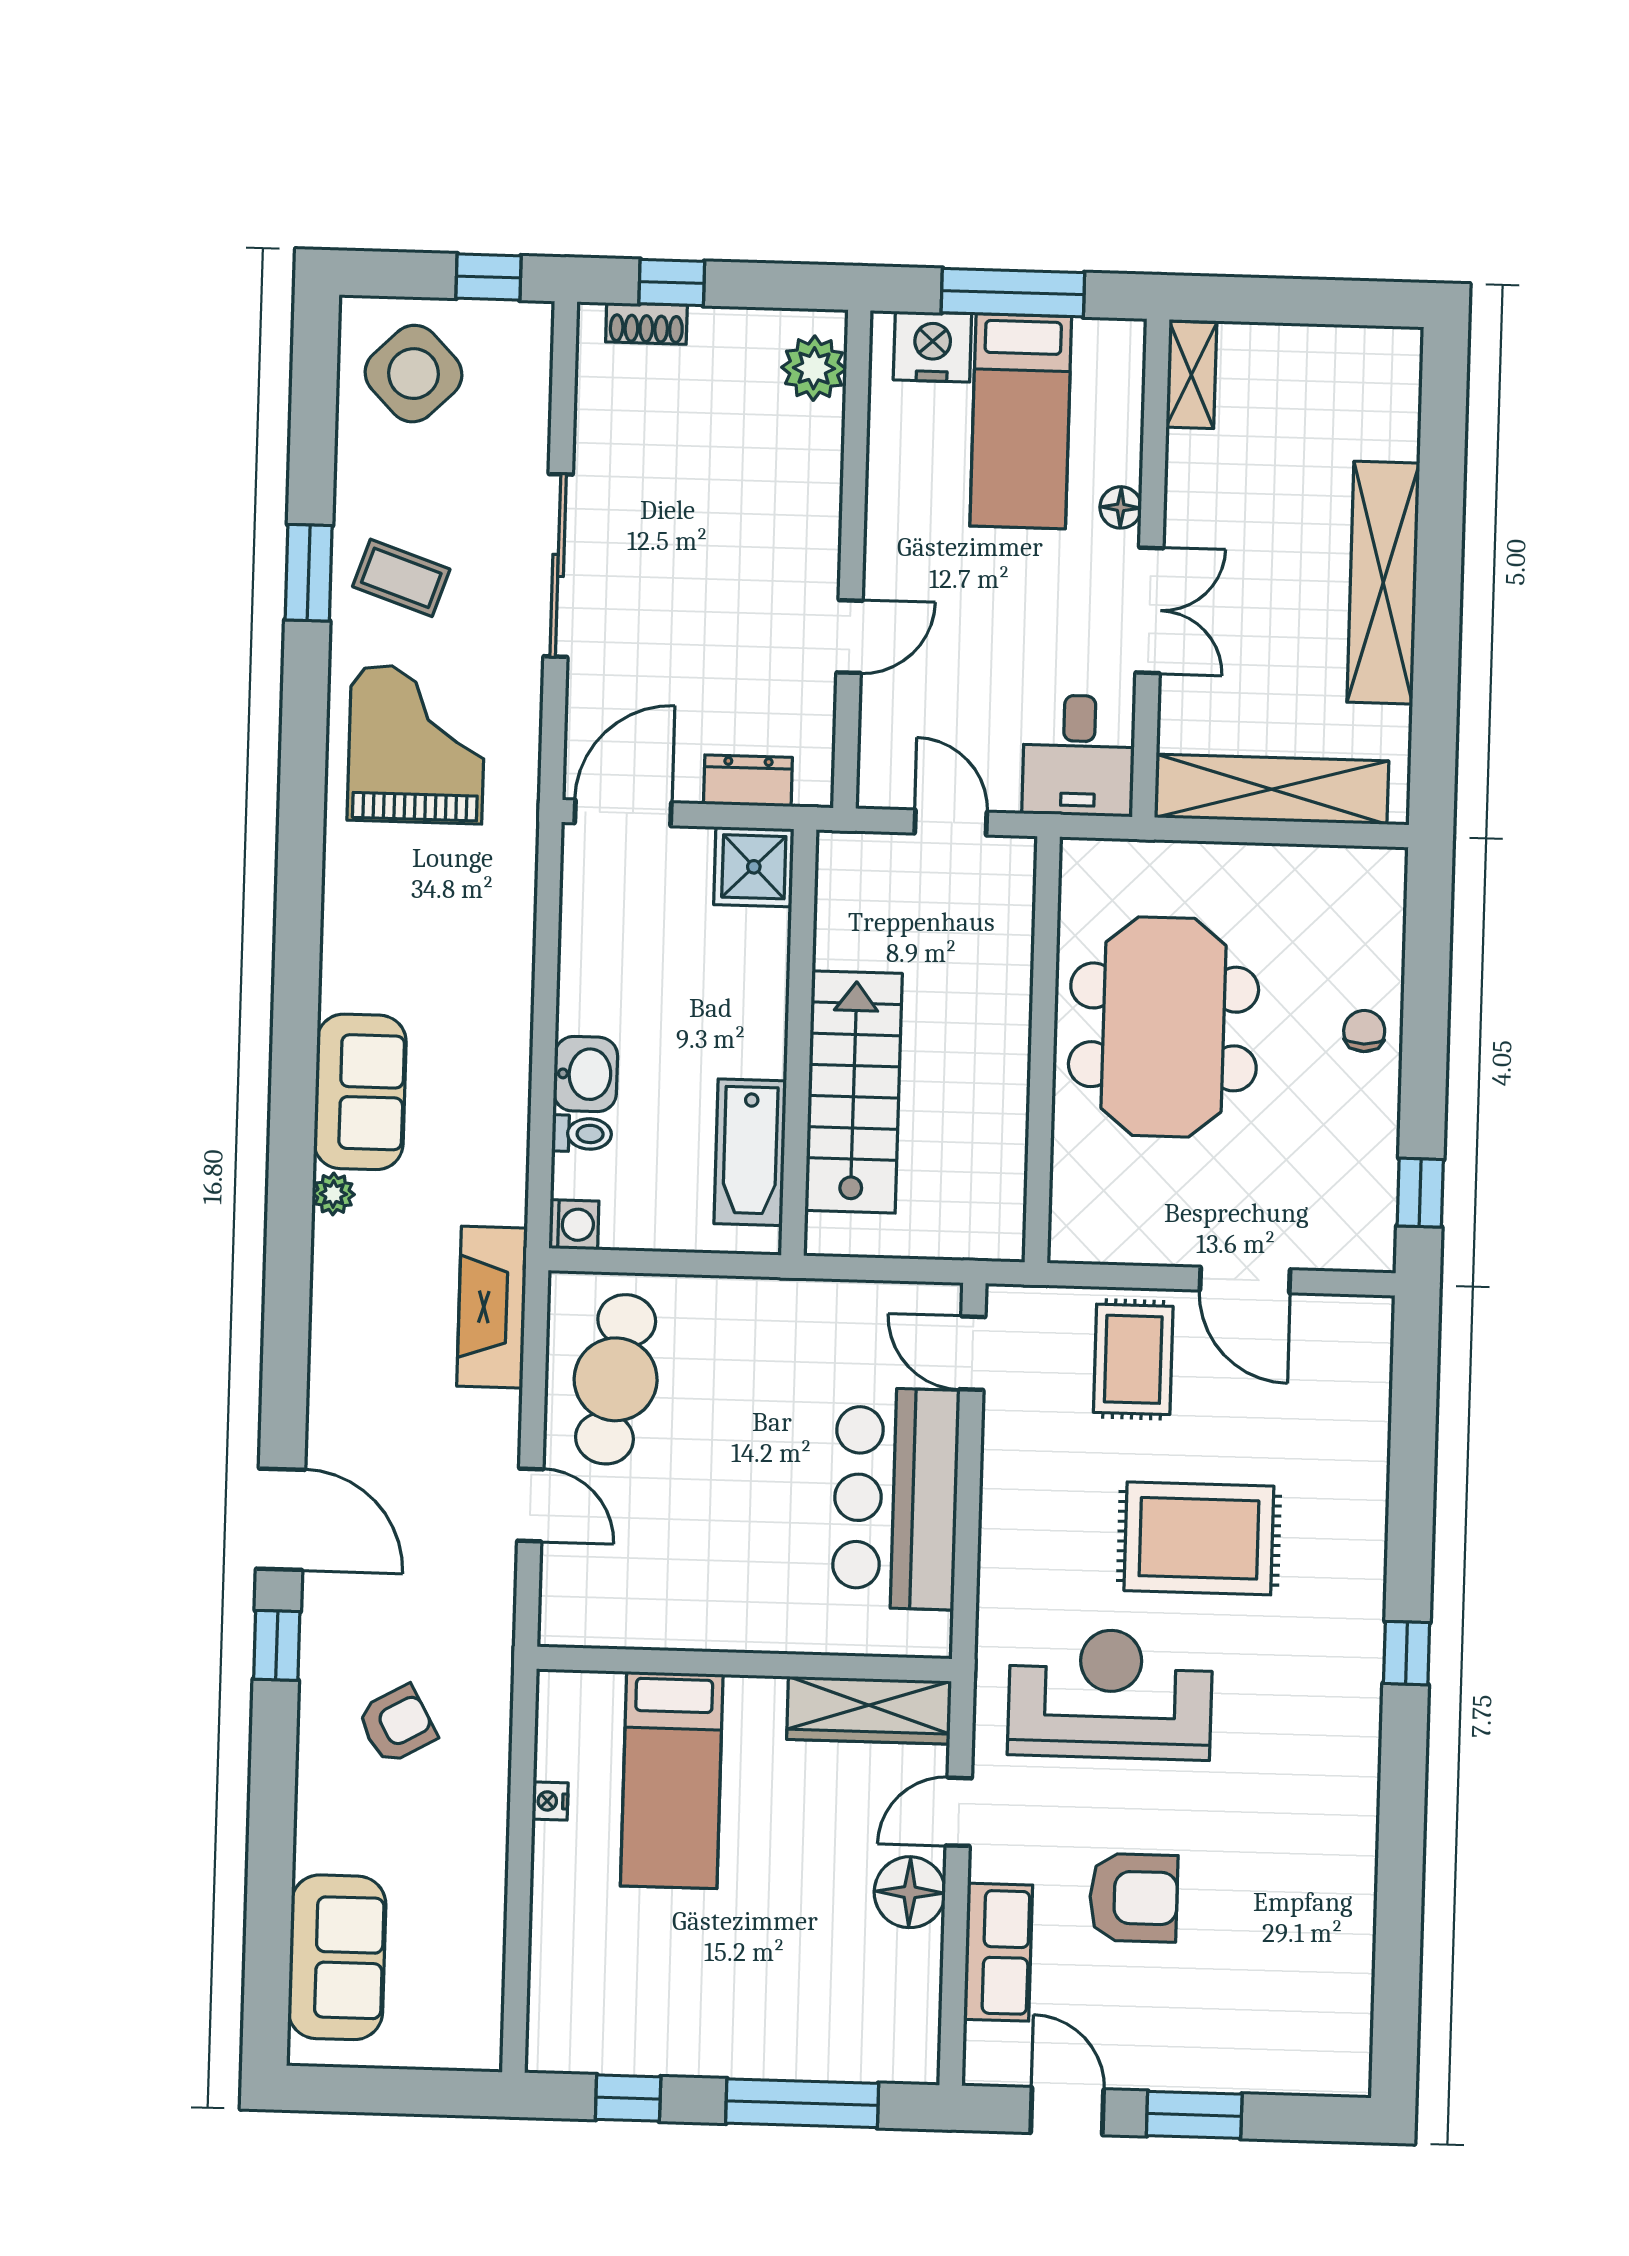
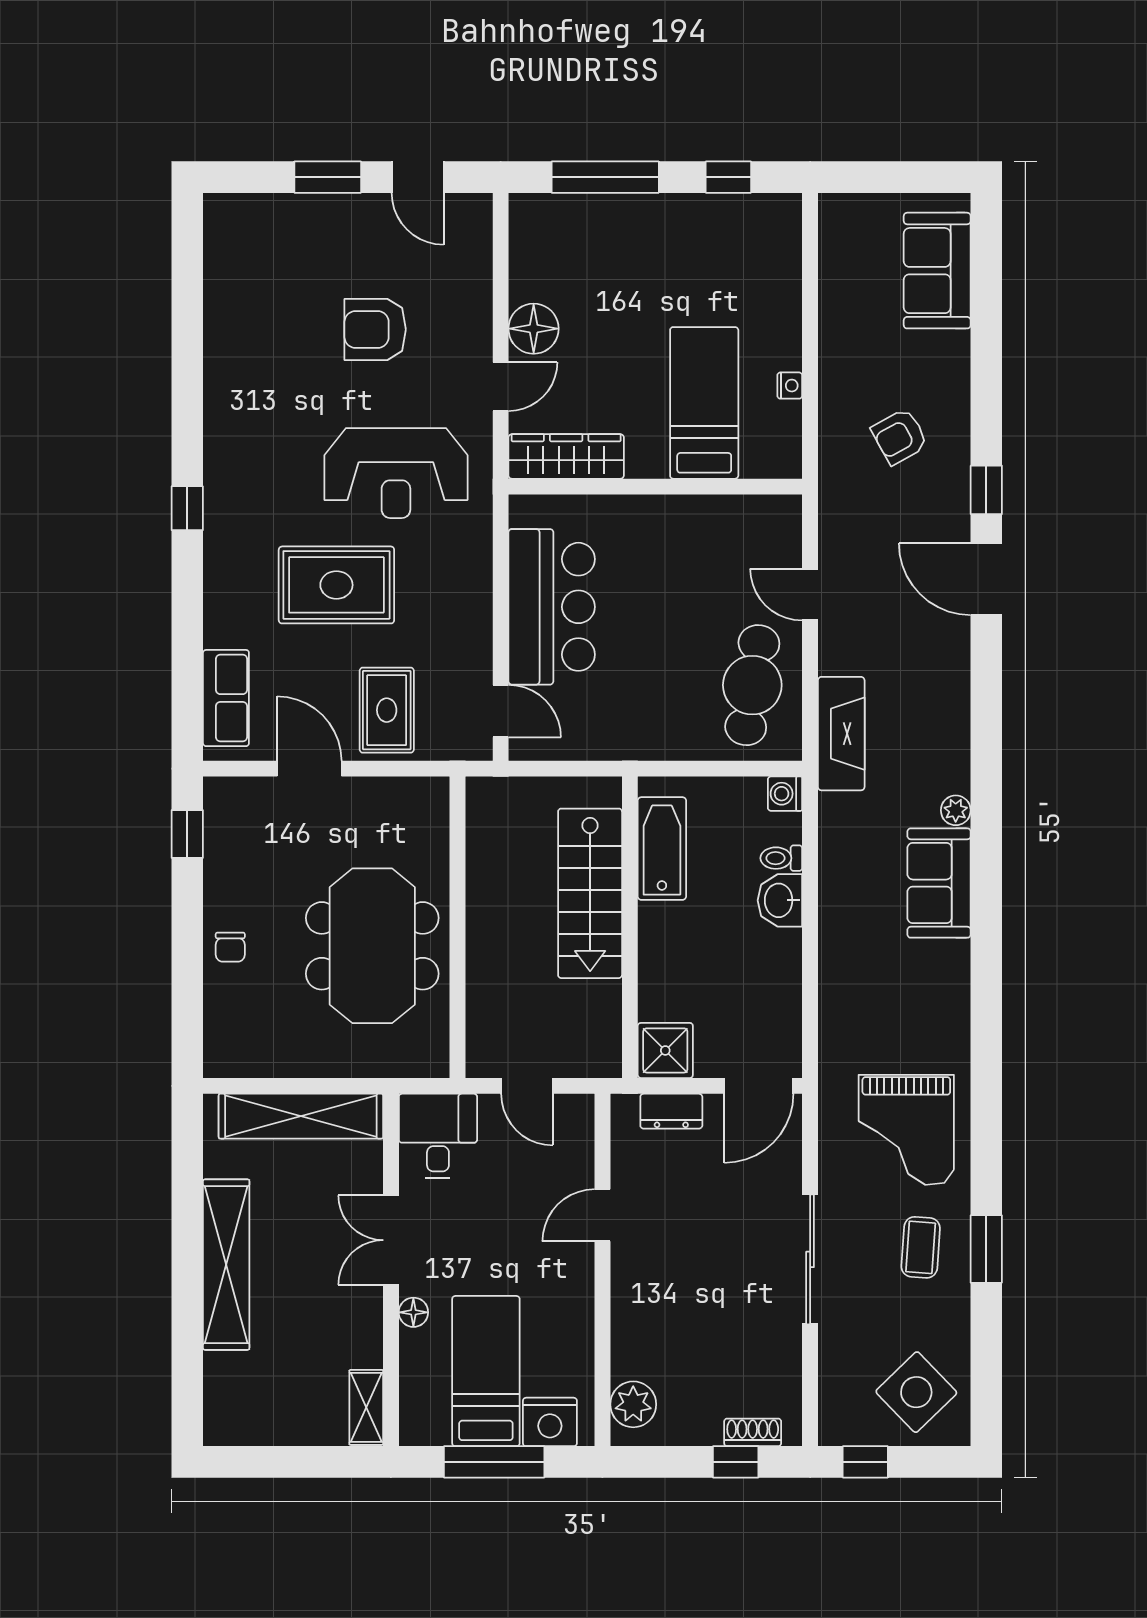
coffee table: (401, 578) -> (921, 1247), turned 75
row of seats: (998, 1952) -> (226, 698), moved, turned 180

